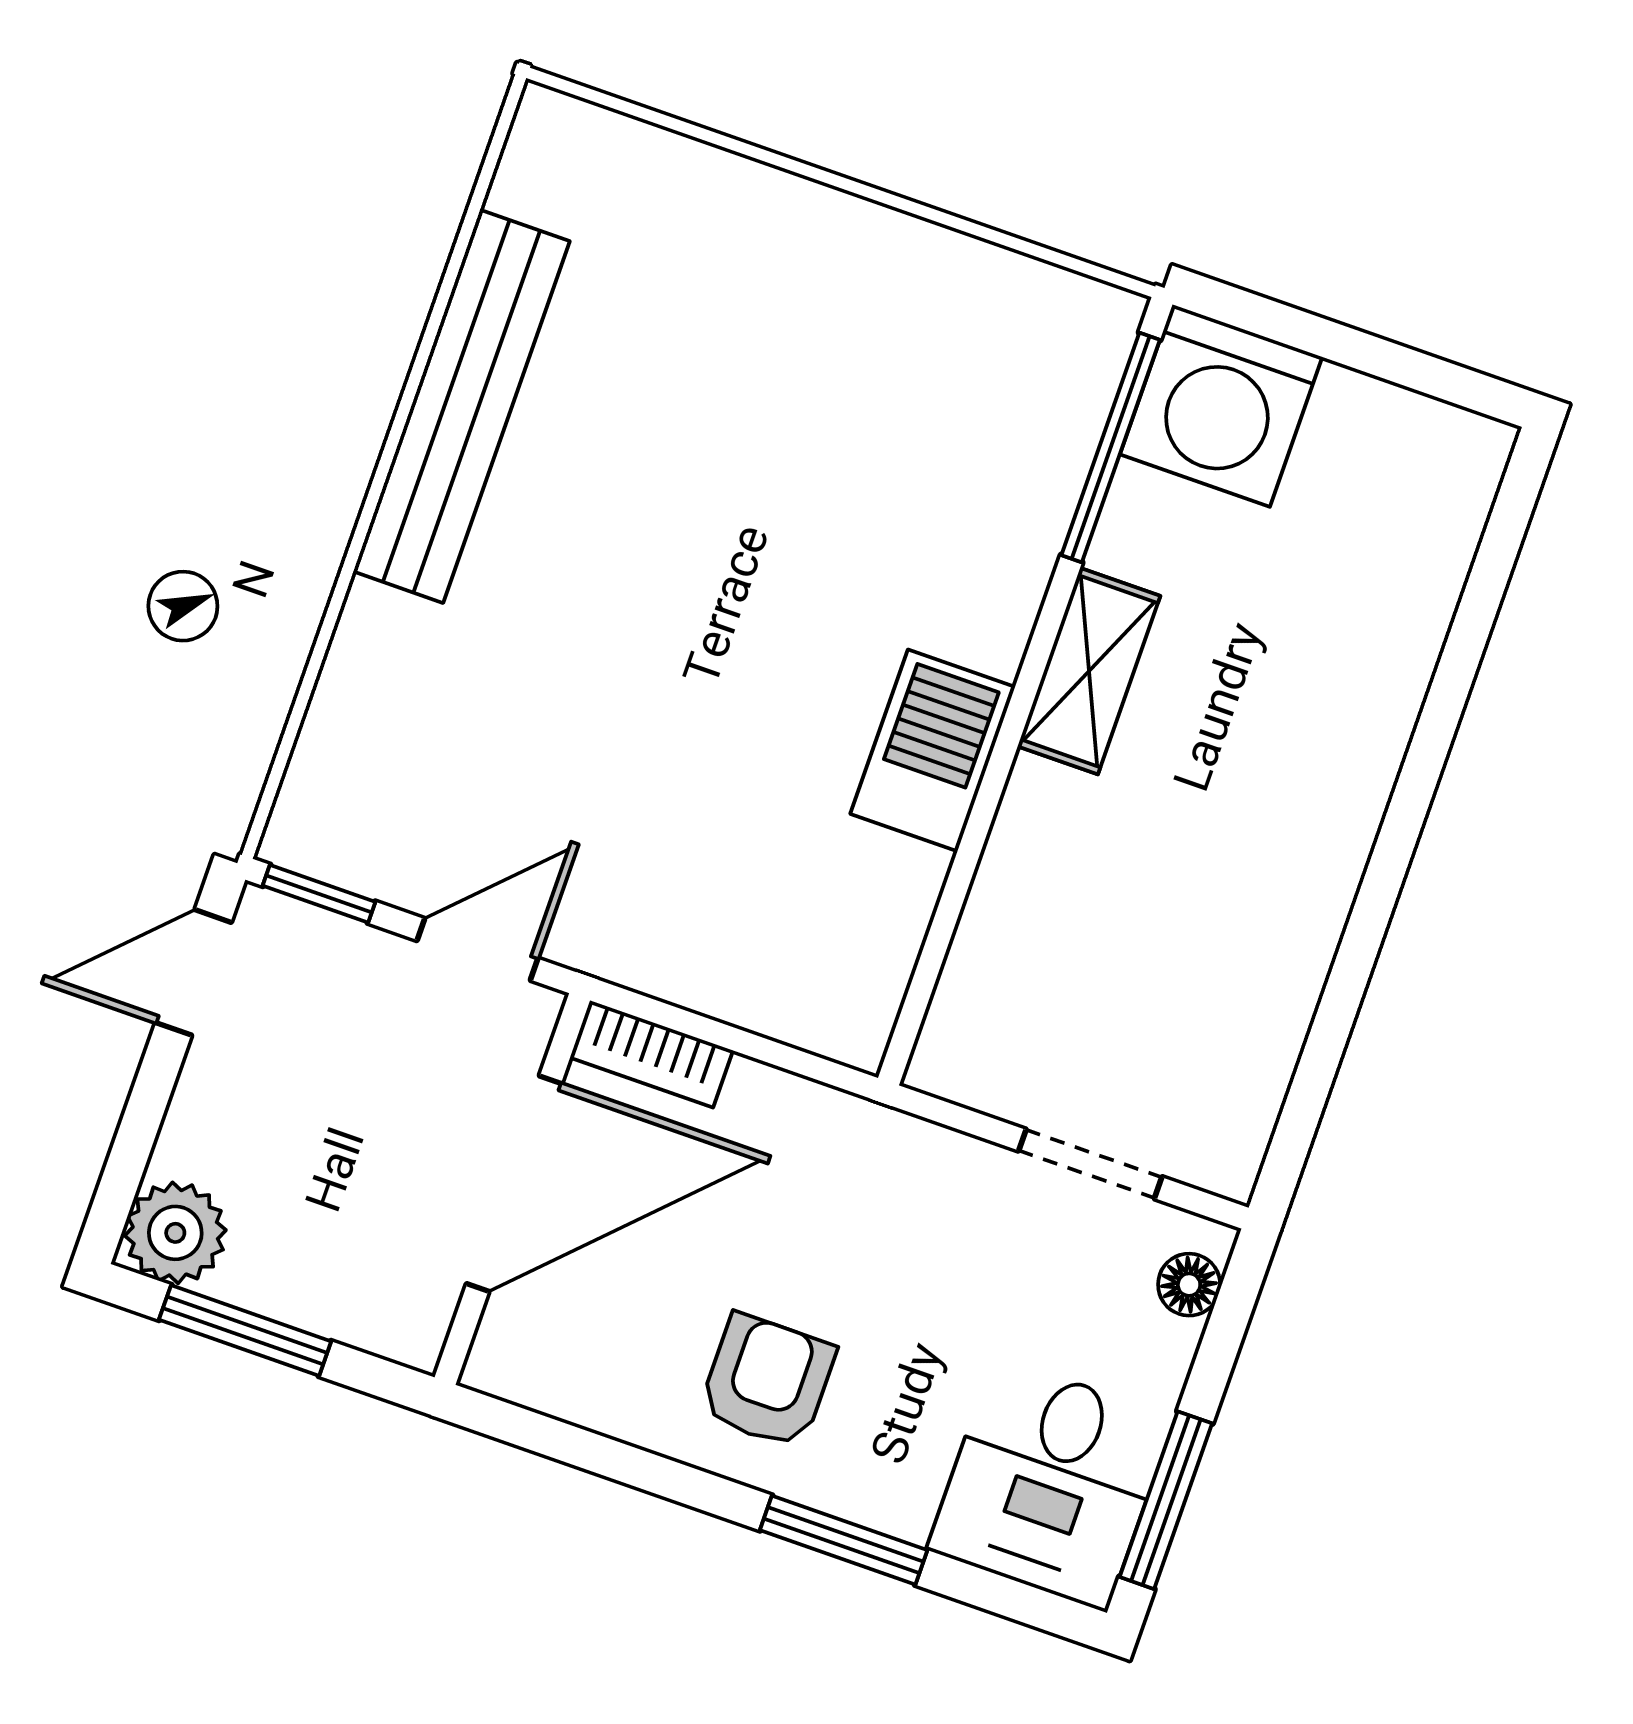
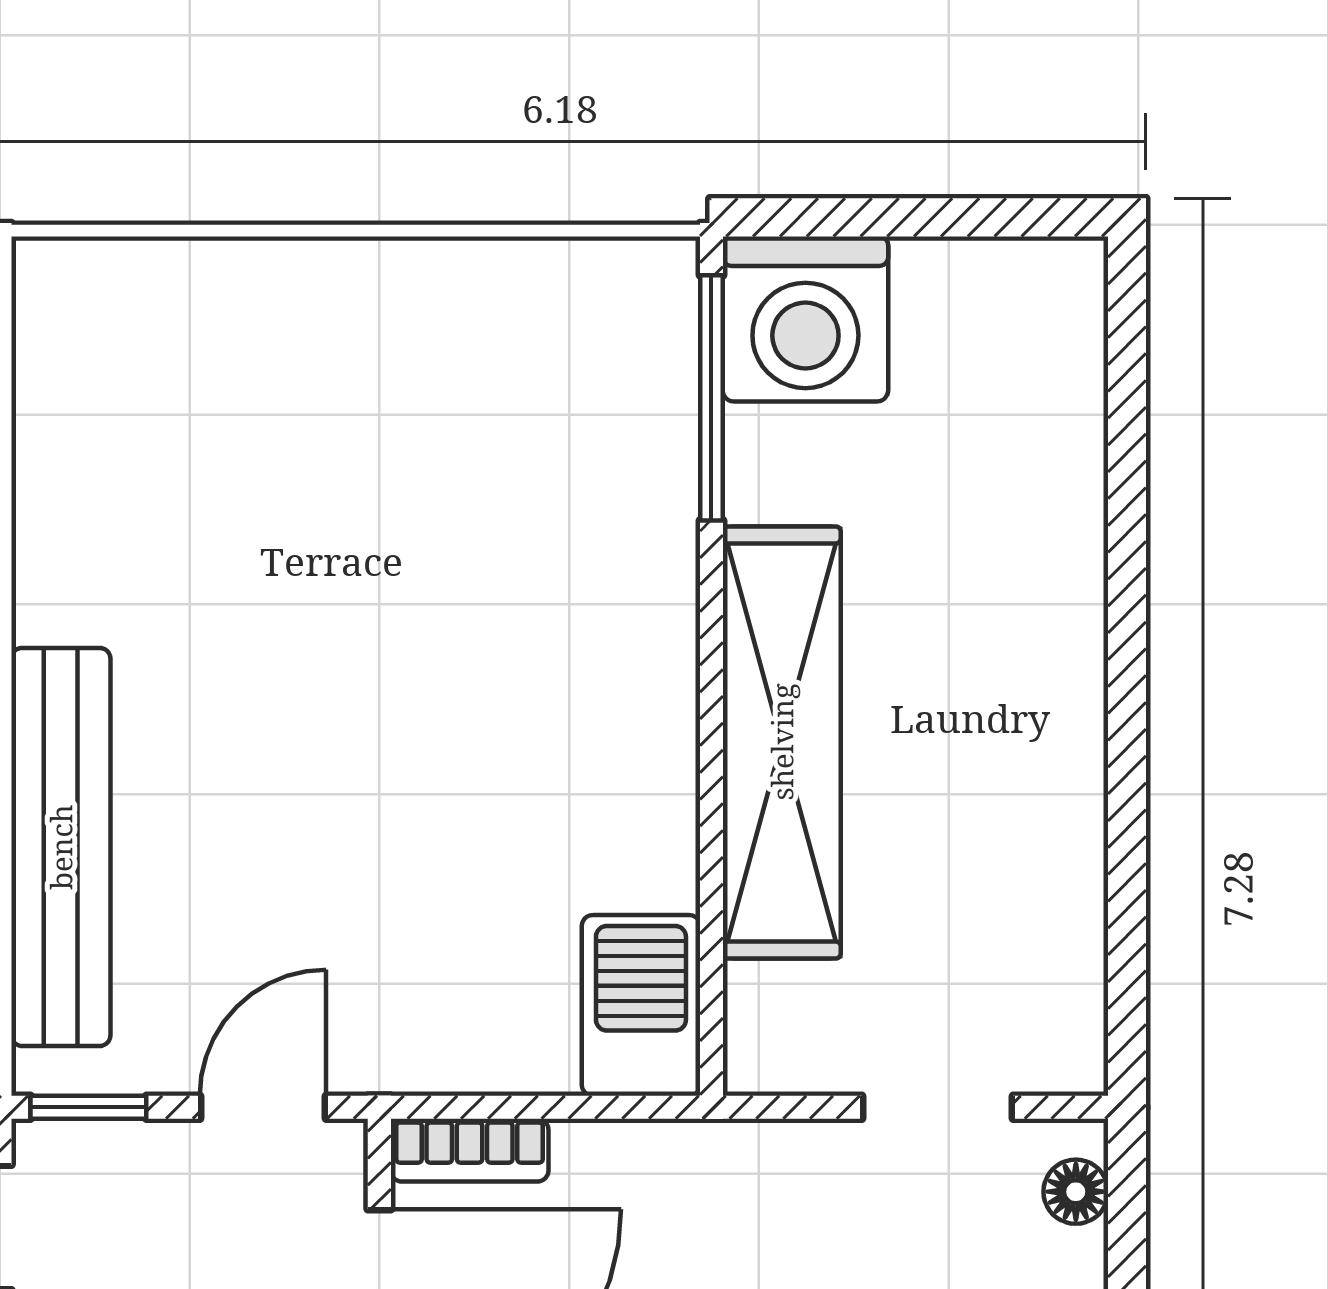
bench: (461, 406) -> (61, 847), moved
shelving: (1089, 671) -> (782, 742), width x2.20, depth x1.33
barbecue: (933, 750) -> (641, 1005), moved

